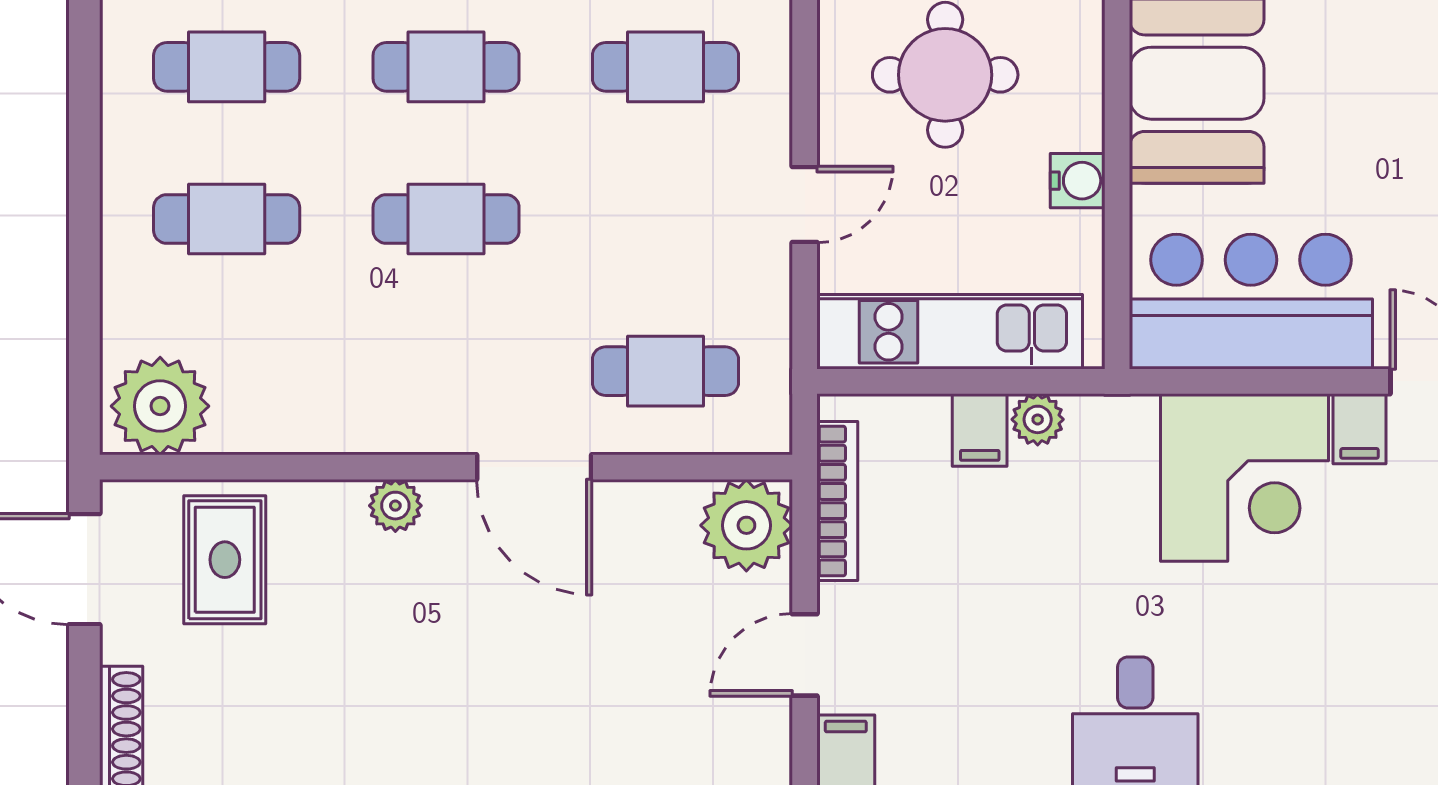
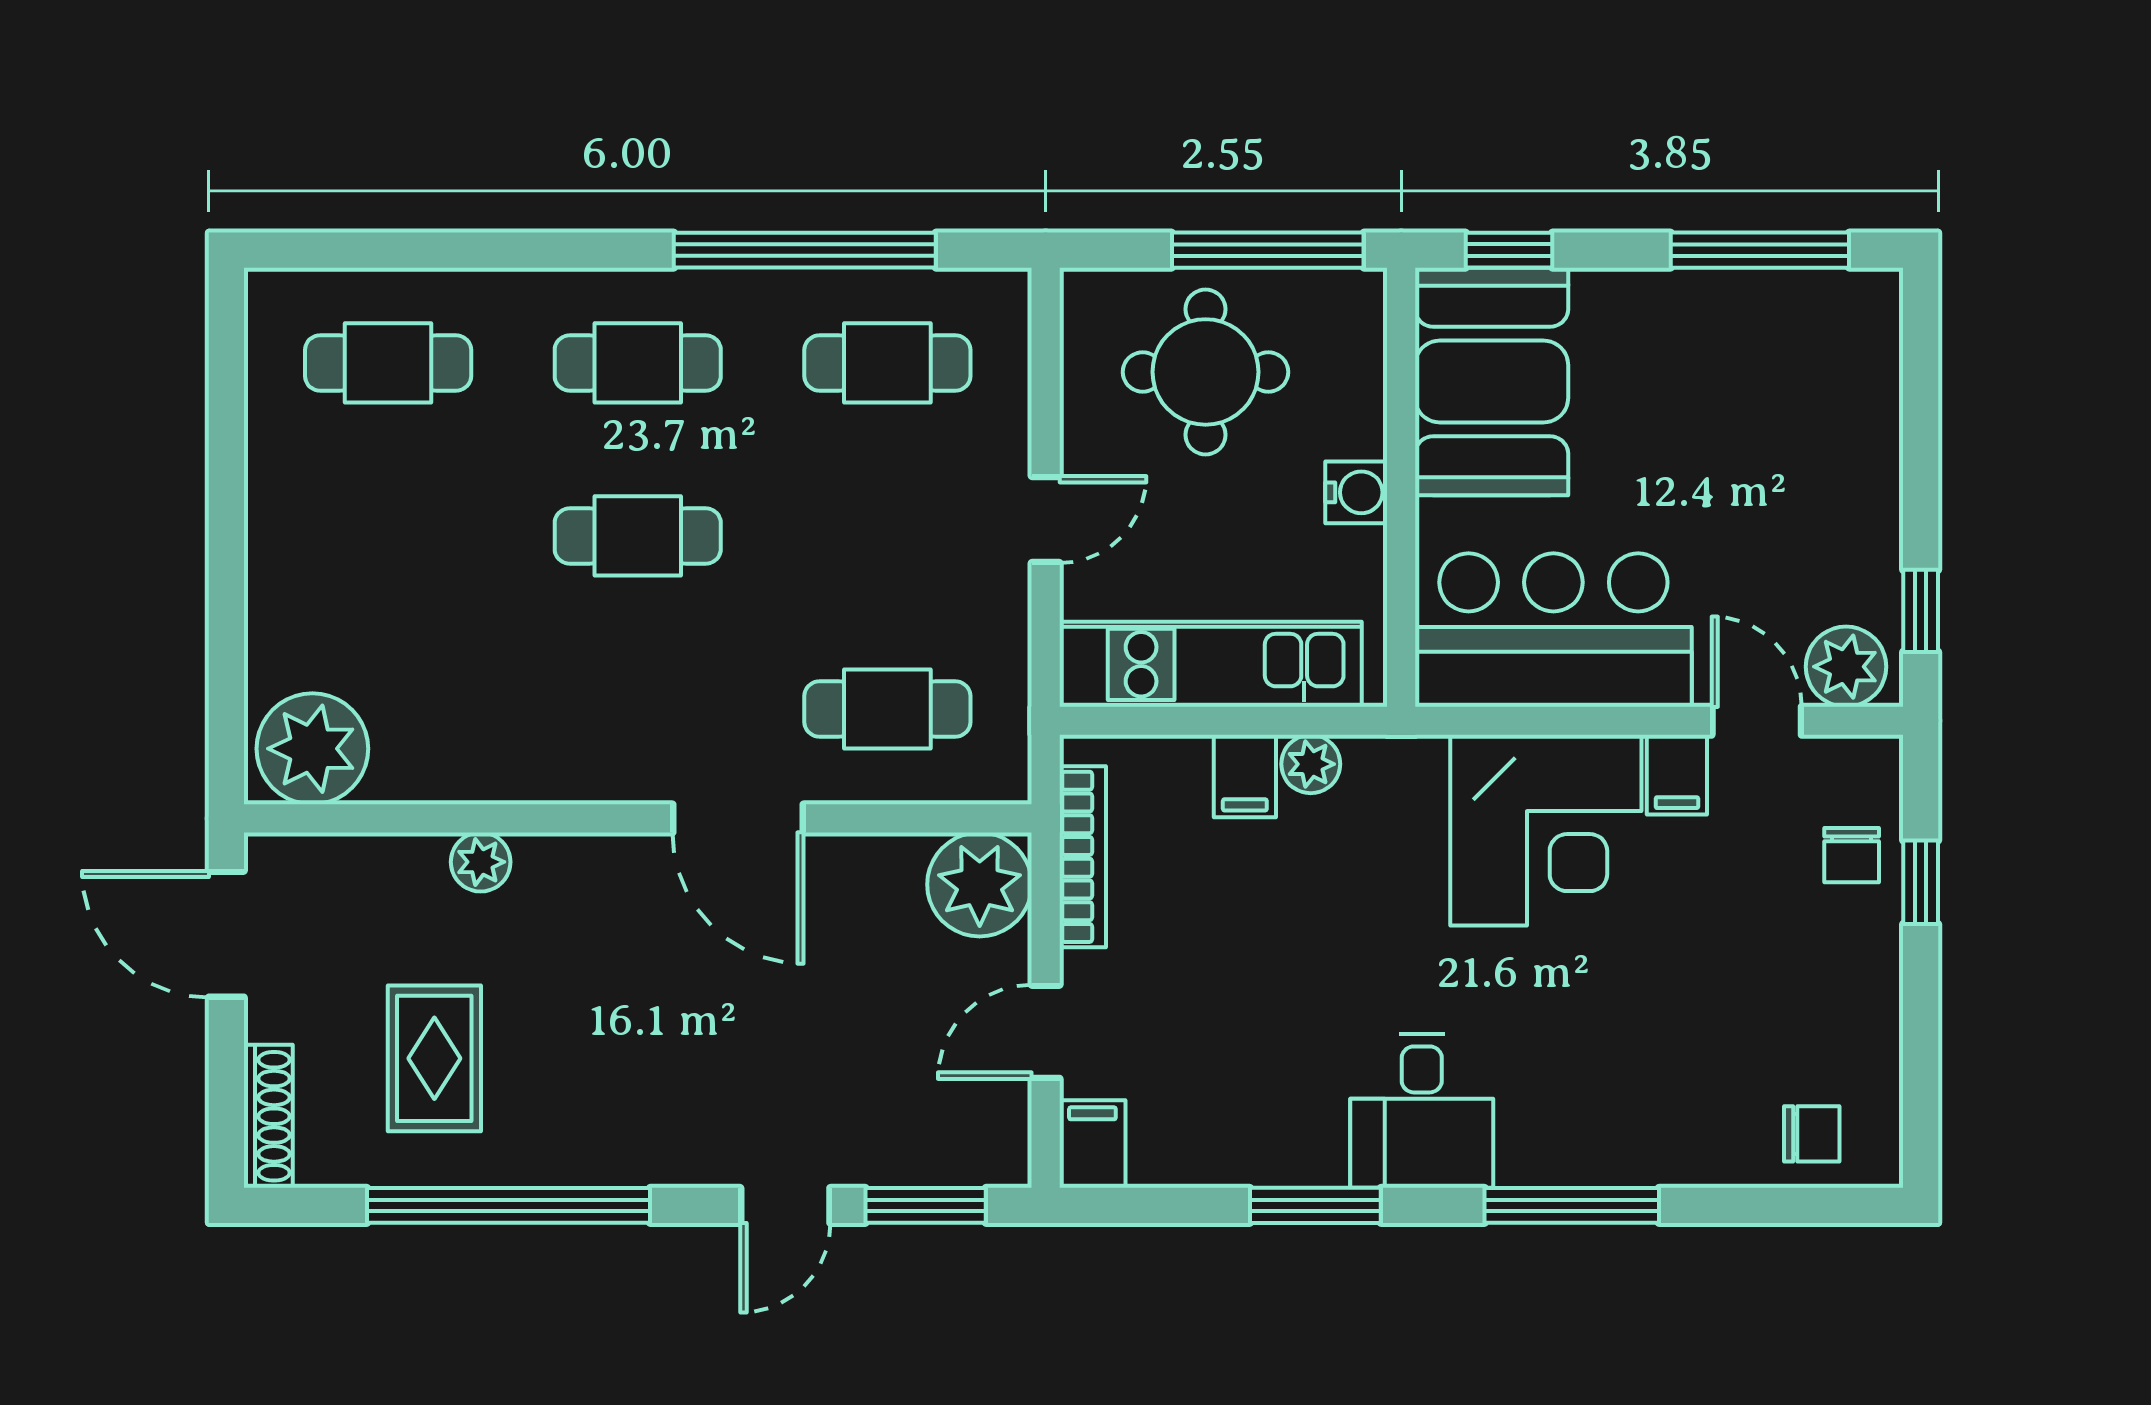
cafe table: (227, 219) -> (388, 536), removed
plant: (395, 506) -> (481, 862), moved
rug: (225, 560) -> (434, 1058), moved

